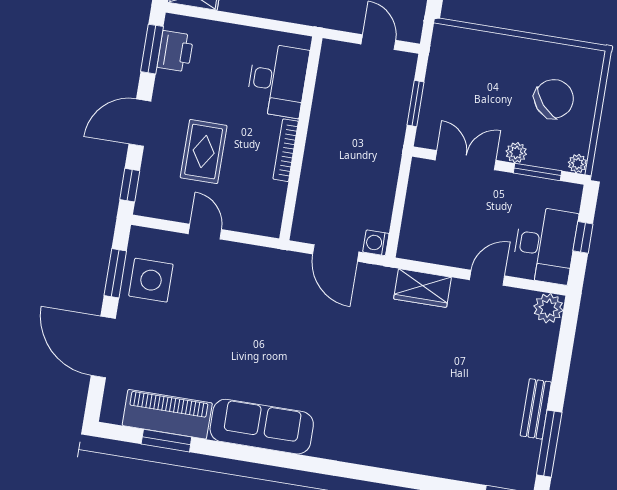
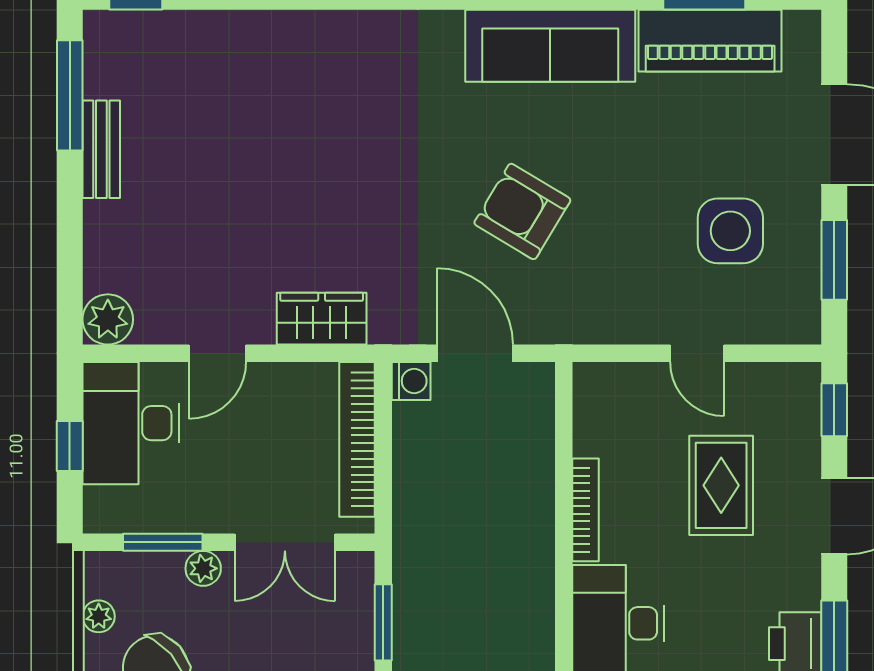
plant: (578, 164) -> (99, 616), moved
bookcase: (413, 214) -> (357, 439), added
side table: (151, 280) -> (730, 231), moved
armchair: (294, 332) -> (522, 211), added

